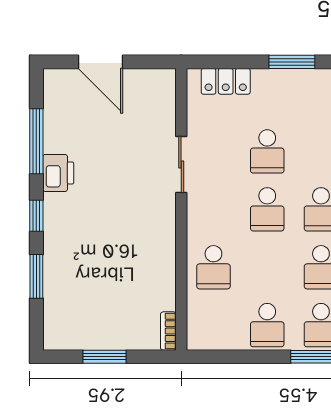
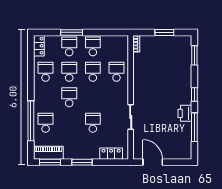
door: (100, 62) -> (153, 162), moved
school desk: (267, 209) -> (93, 72), moved
window: (36, 276) -> (194, 55), moved

